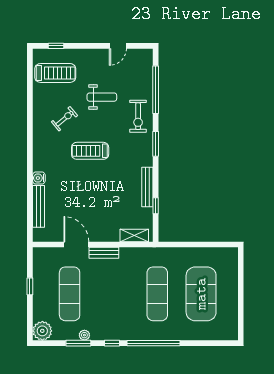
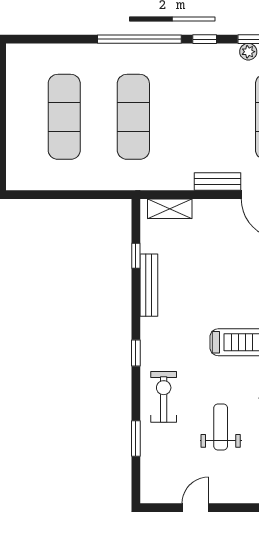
window: (156, 90) -> (136, 438), width x0.47
weight bench: (102, 97) -> (221, 427), turned 90
window: (156, 144) -> (136, 353), width x0.67
exercise mat: (201, 294) -> (64, 117), width x0.68

